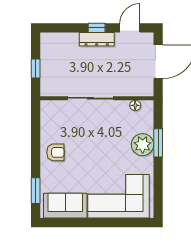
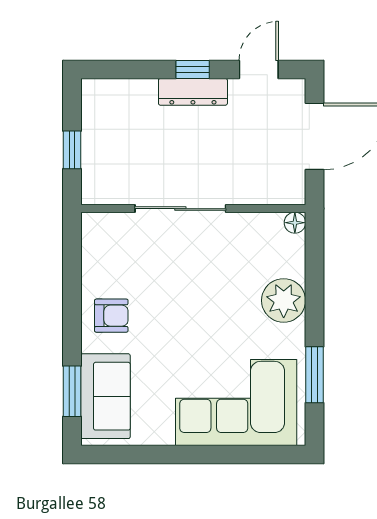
floor lamp: (135, 105) -> (295, 223), moved
window: (158, 143) -> (314, 375), moved
sofa: (65, 206) -> (105, 396), moved, turned 90

